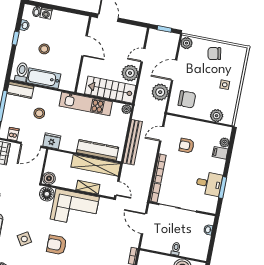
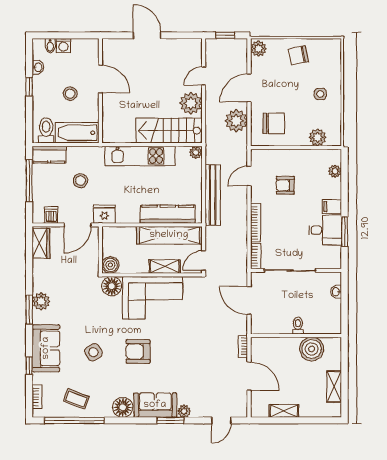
door: (85, 46) -> (100, 79), moved
wall: (83, 54) -> (100, 91), moved
filing cabinet: (220, 153) -> (332, 207), moved
door: (117, 188) -> (204, 261), swing flipped

